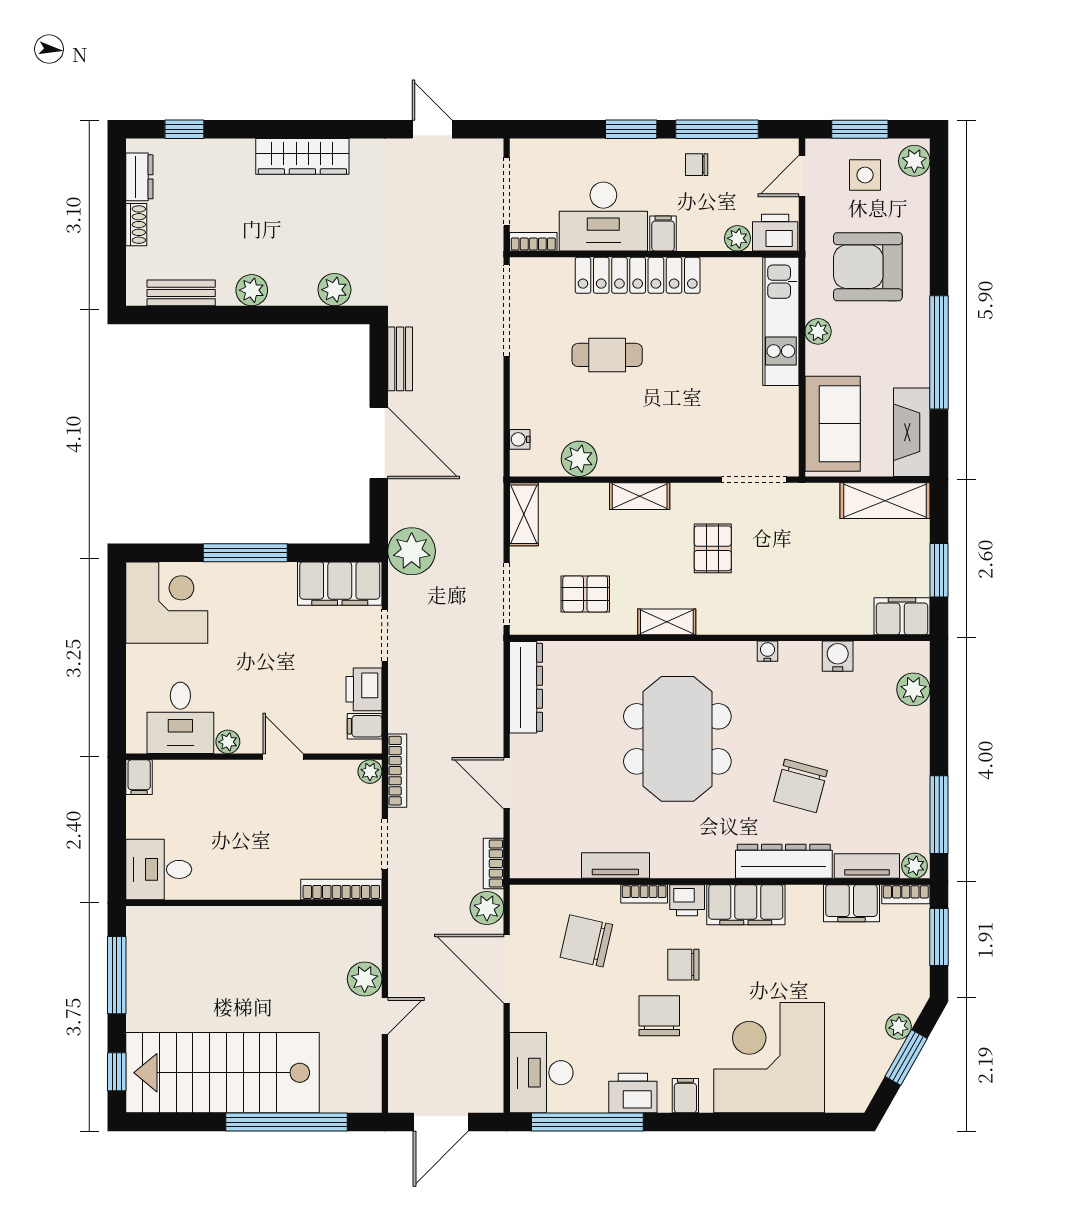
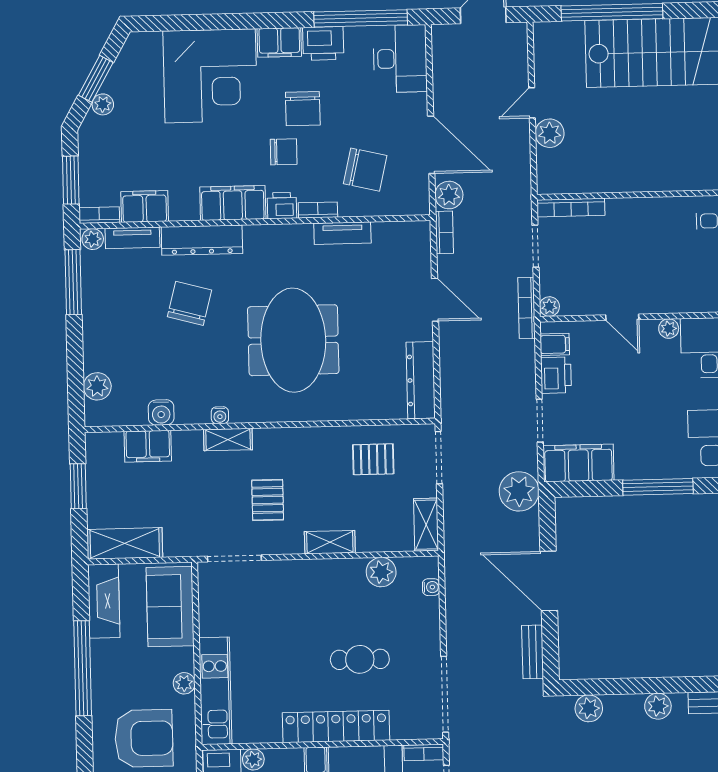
filing cabinet: (902, 616) -> (148, 446), moved
shelving: (667, 622) -> (228, 440), moved
filing cabinet: (685, 1096) -> (279, 42), width x2.00

